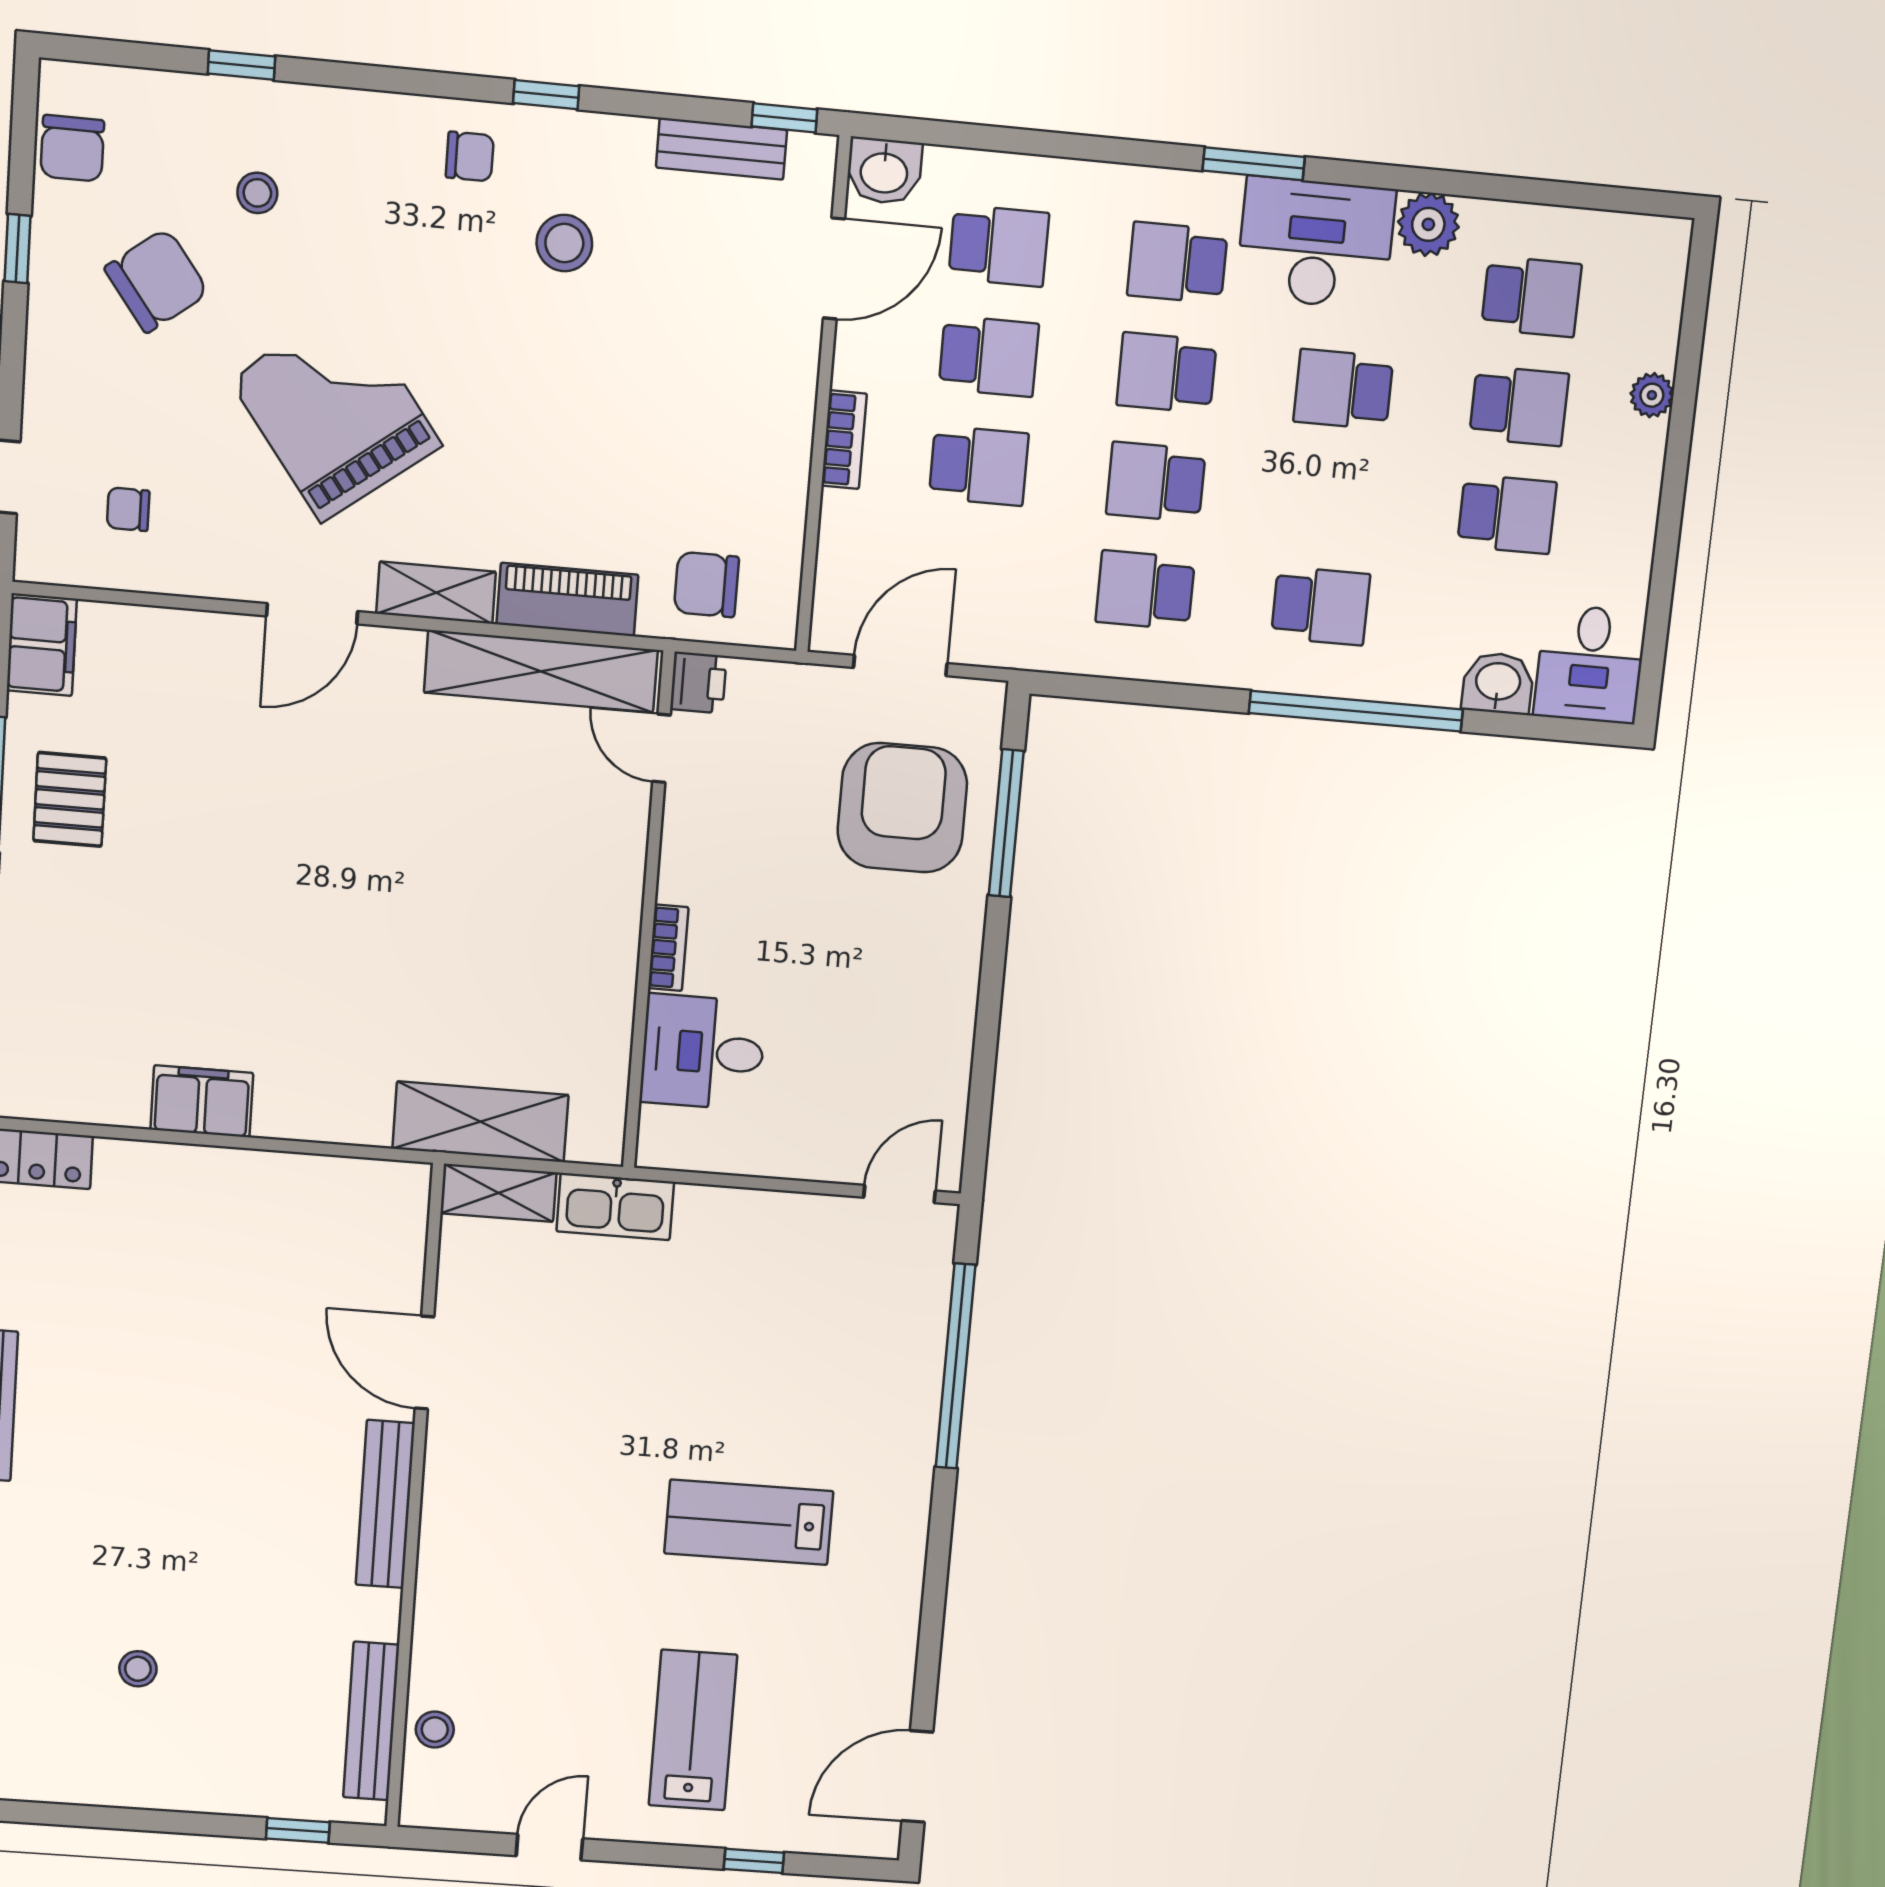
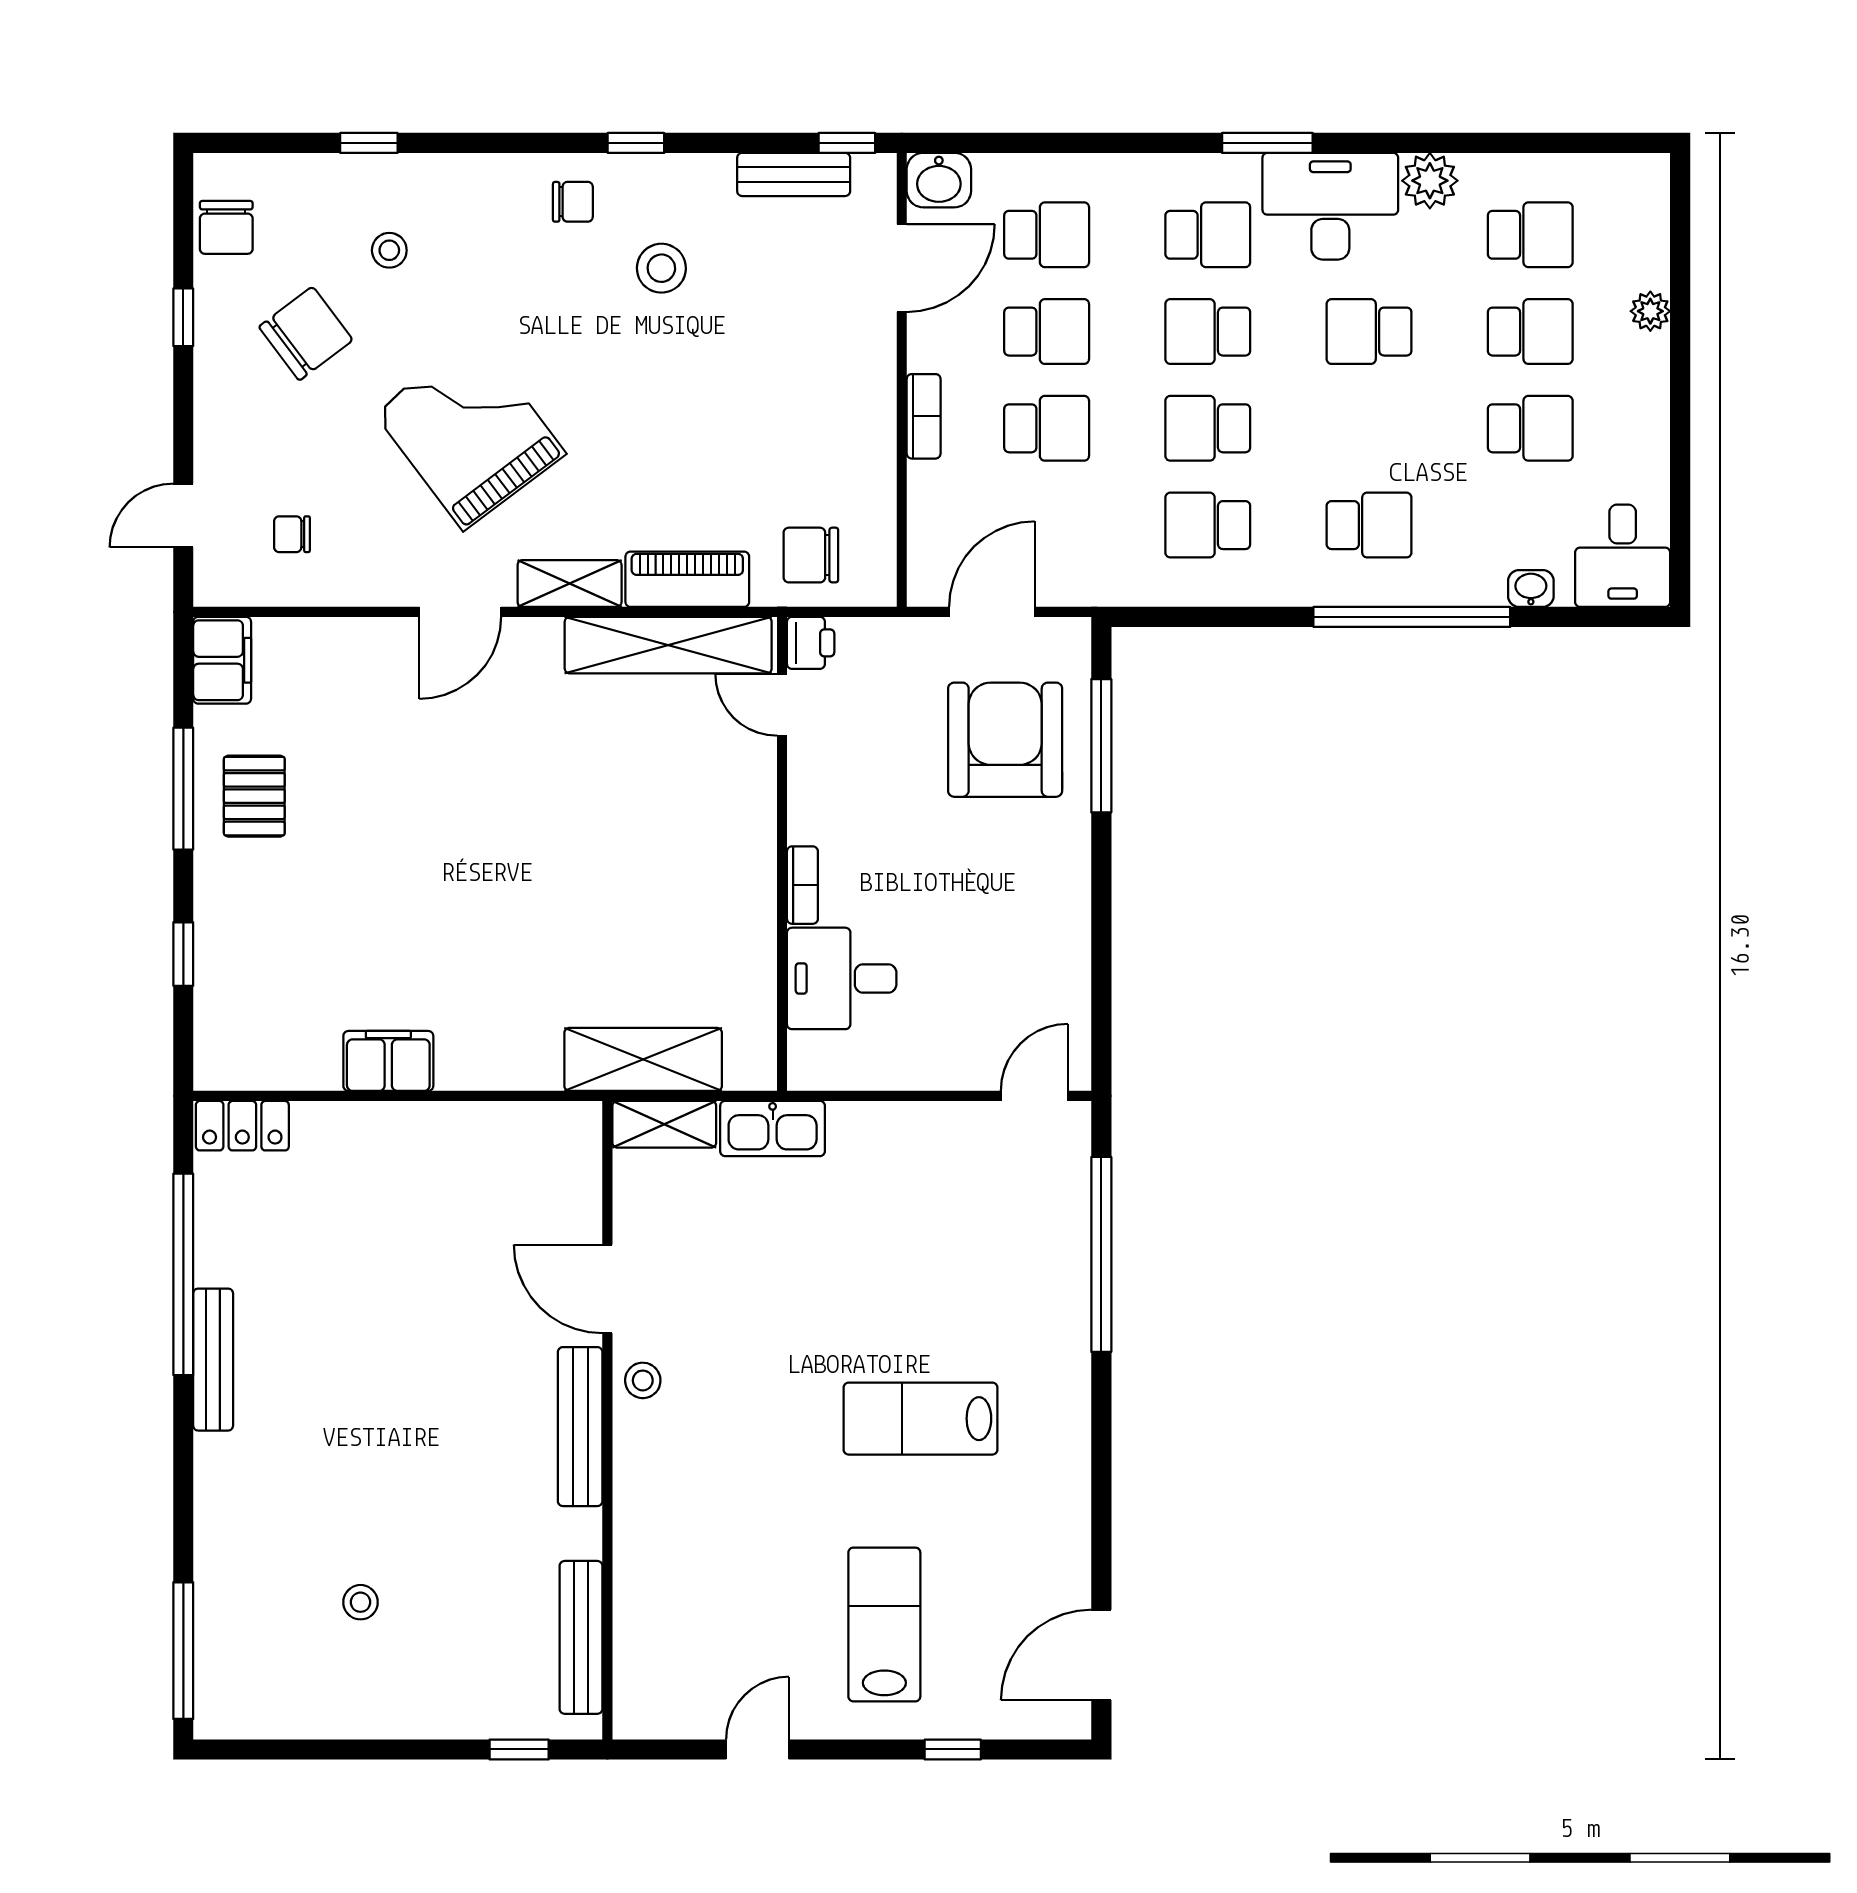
school desk: (1177, 263) -> (1208, 235), turned 180
washbasin: (1498, 683) -> (1531, 588), width x0.72, depth x0.69
stool: (435, 1729) -> (643, 1380), moved

